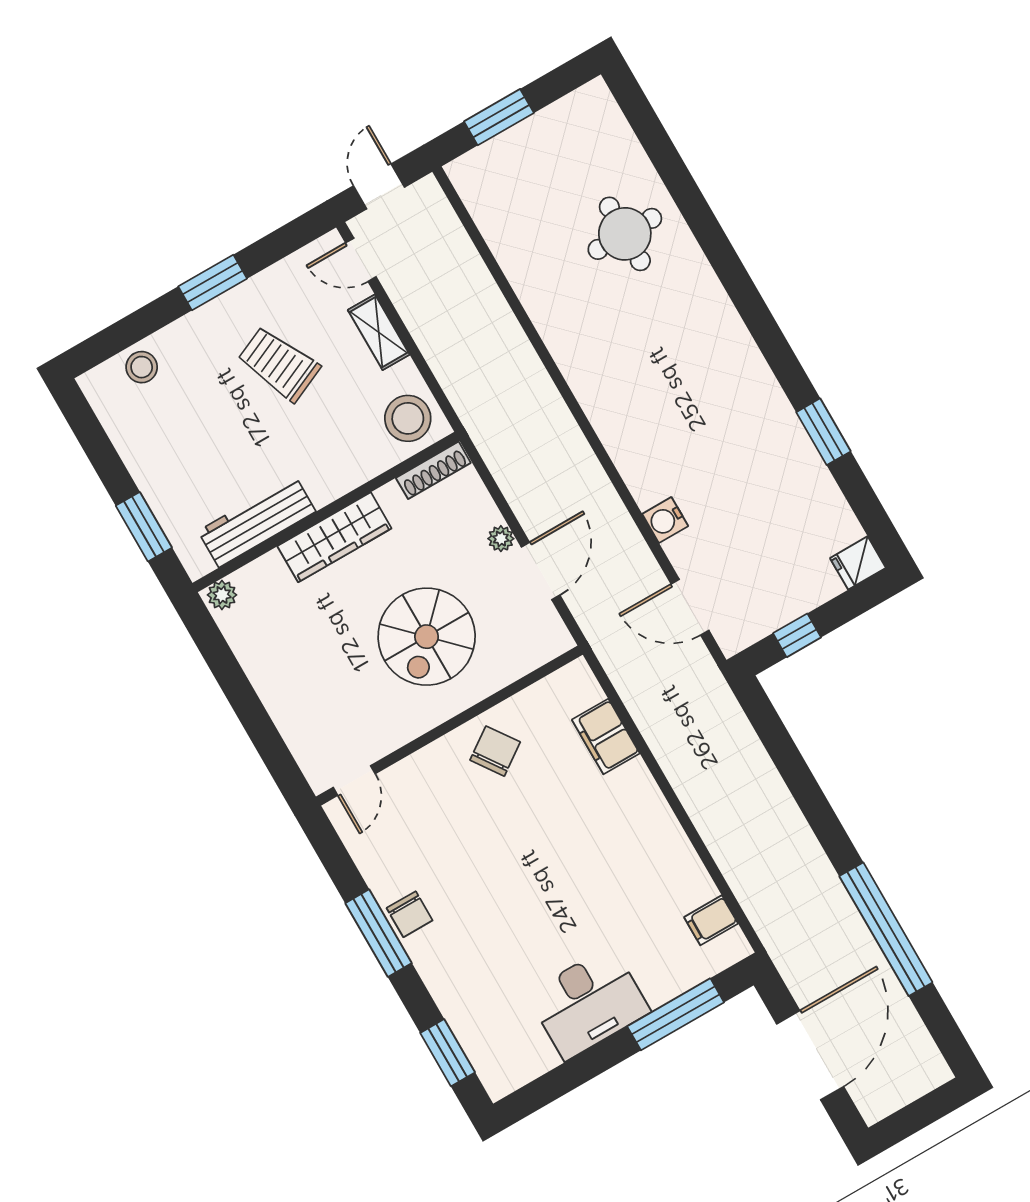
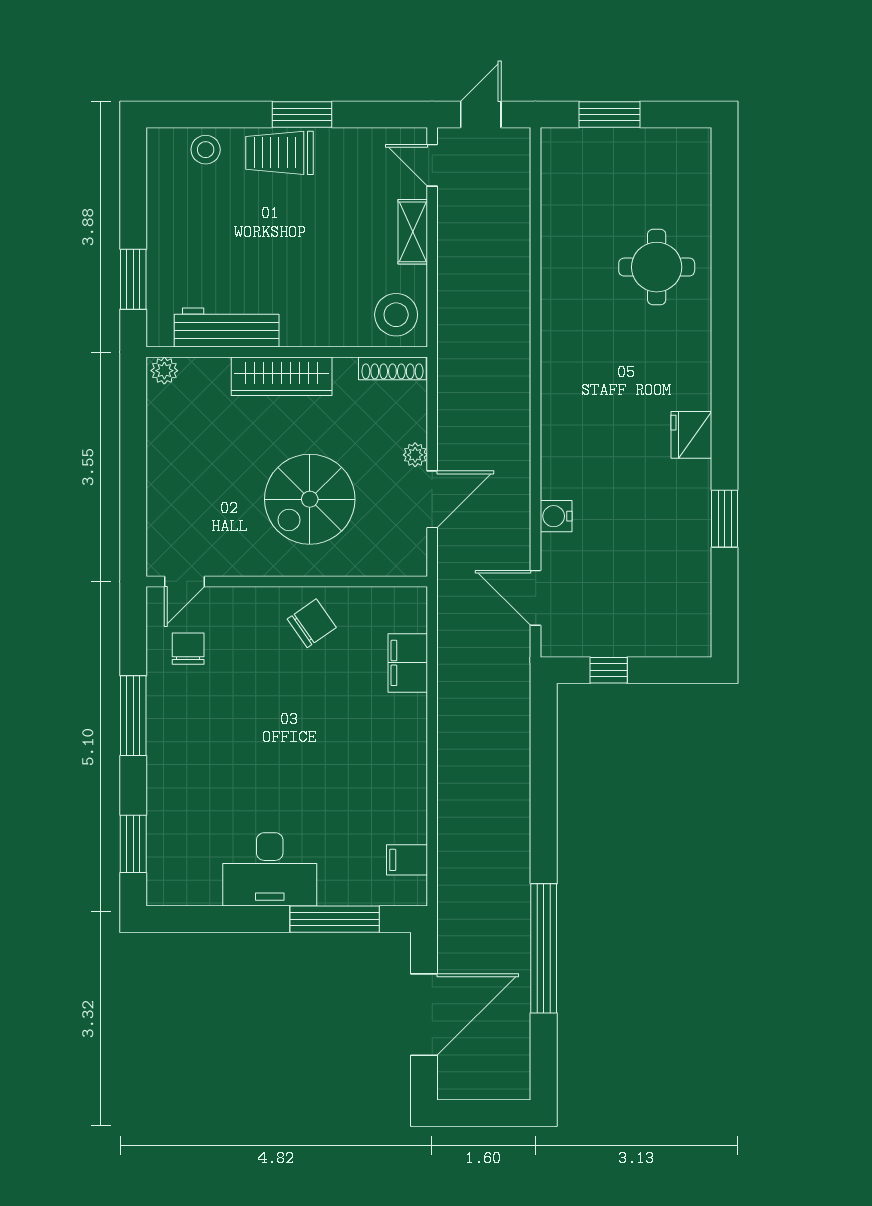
trolley: (279, 364) -> (279, 153), moved, turned -66
fridge: (858, 563) -> (691, 435), moved, width x1.38
chair: (410, 914) -> (188, 649), moved, turned 180

